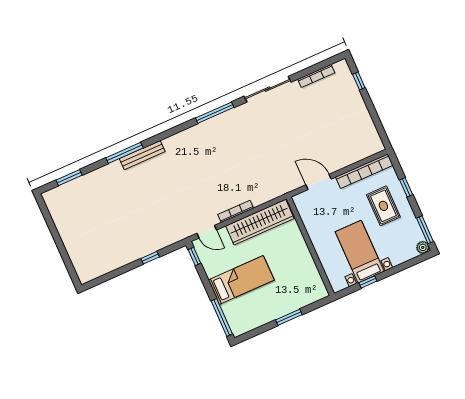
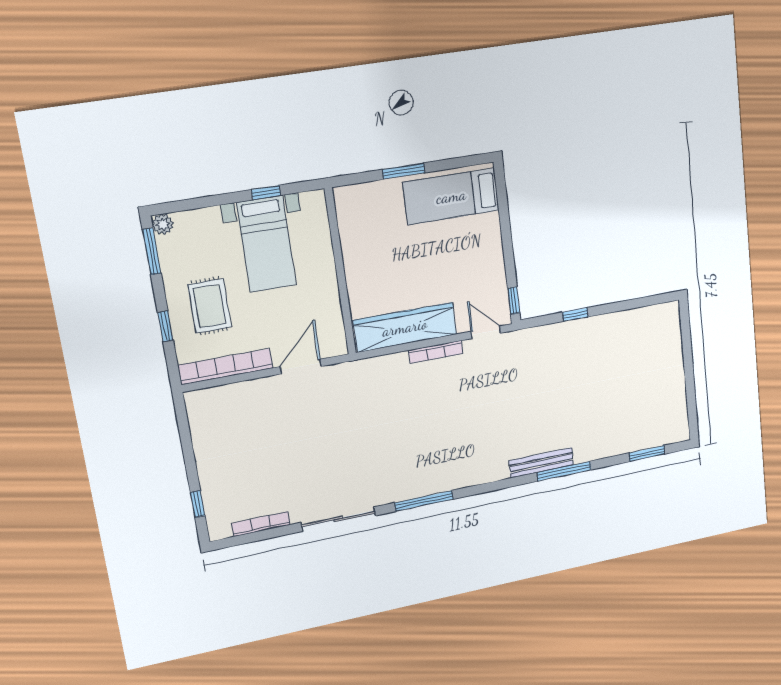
door: (319, 182) -> (301, 367), swing flipped
bed: (241, 280) -> (451, 196), moved
window: (222, 317) -> (502, 199), removed

